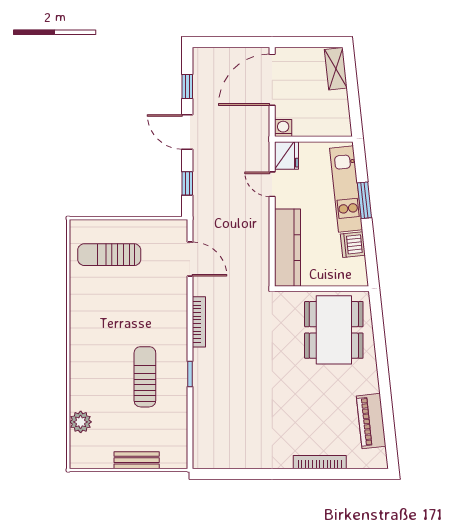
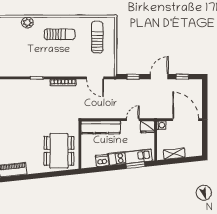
shelving: (336, 69) -> (174, 154), moved
window: (364, 200) -> (135, 165), moved
door: (190, 259) -> (95, 78), hinge flipped
dining table: (334, 330) -> (59, 151), turned 90
sun lounger: (145, 377) -> (60, 34), moved
plant: (81, 422) -> (27, 22), moved

